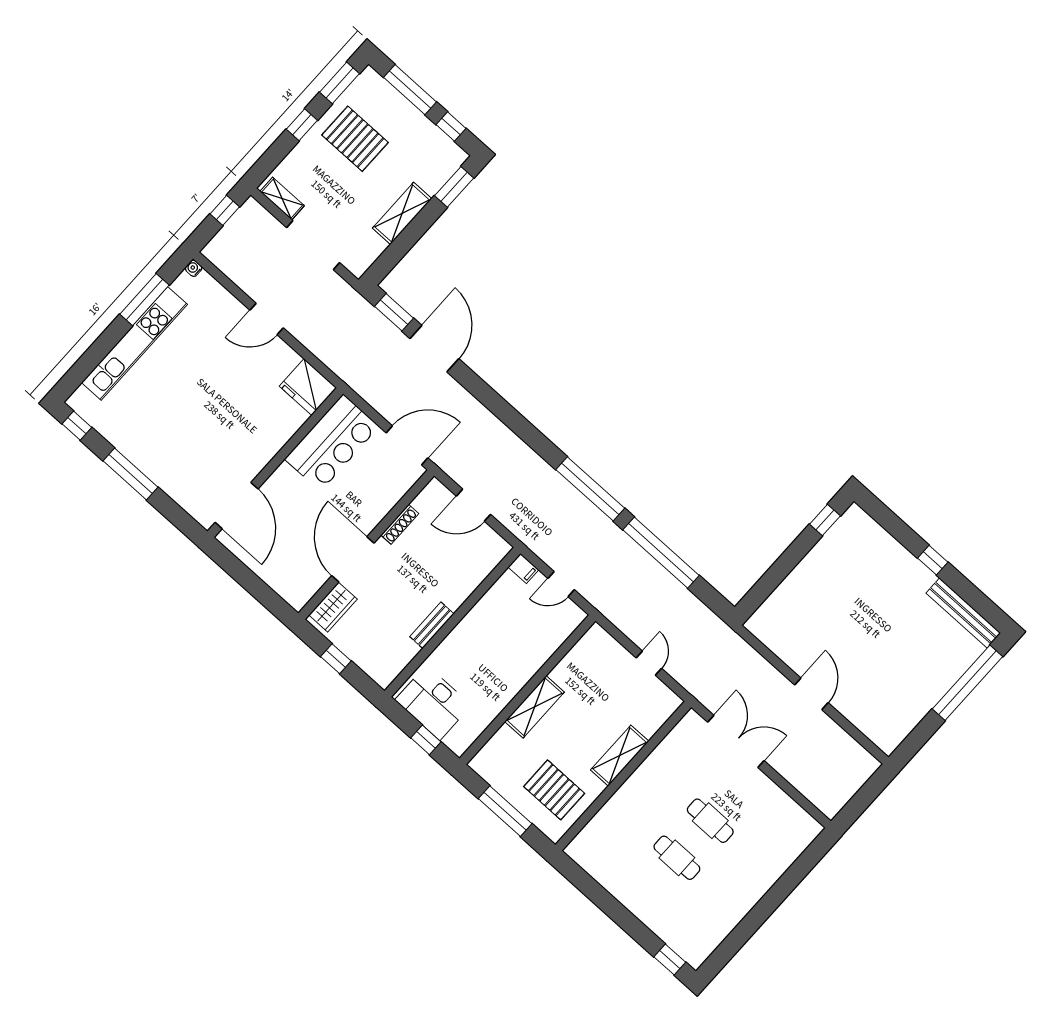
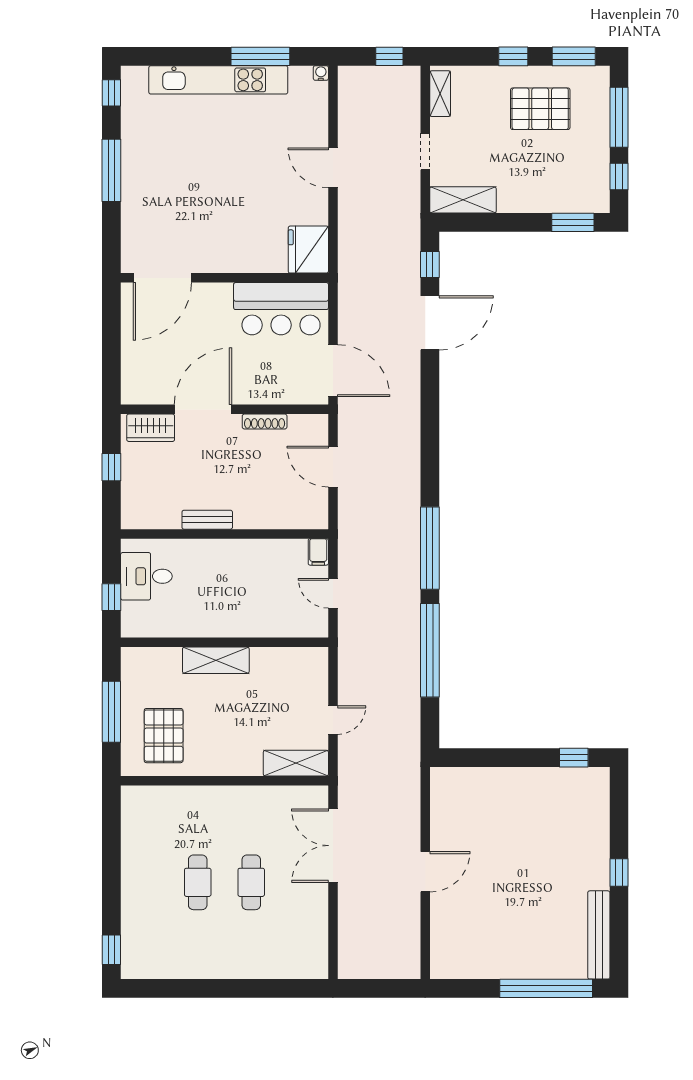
pallet: (355, 139) -> (540, 109), turned 90
shelving: (402, 213) -> (463, 200), moved
doorway: (313, 245) -> (425, 152), width x0.53
window: (394, 312) -> (430, 265), width x0.67
desk: (433, 703) -> (146, 576), width x0.73
double door: (736, 741) -> (333, 846), swing flipped
shelving: (620, 756) -> (296, 763), moved

